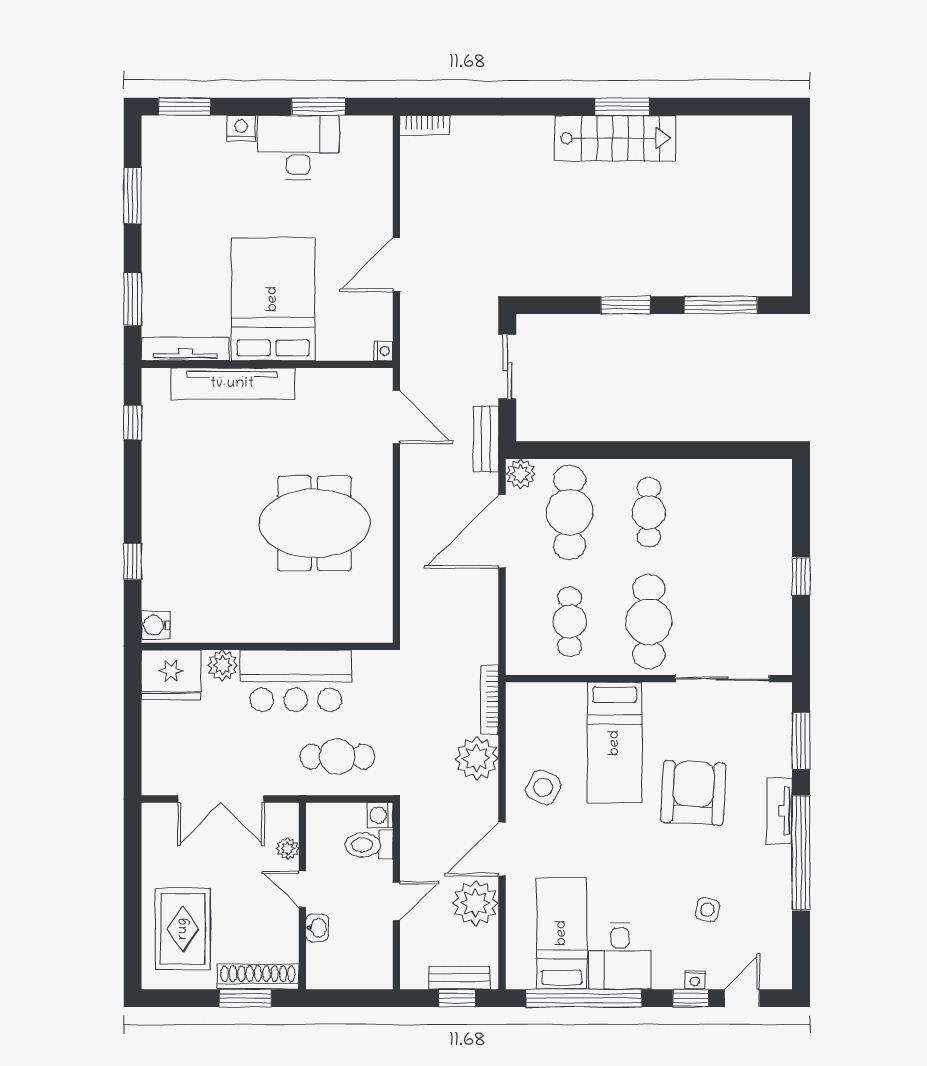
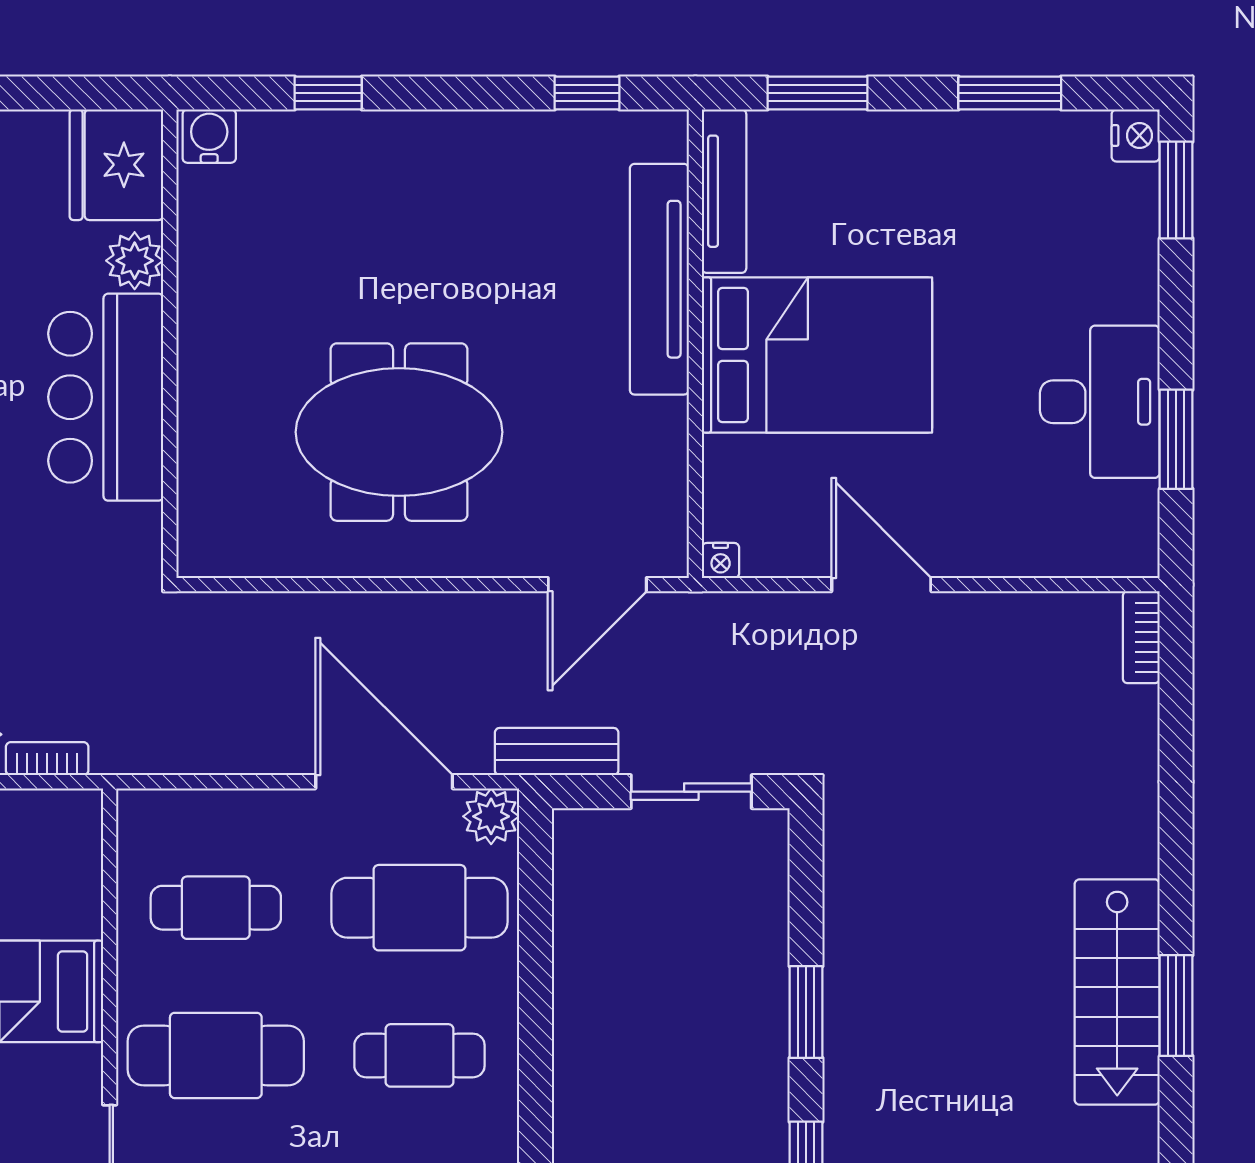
nightstand: (241, 128) -> (1136, 135), moved
meeting table: (314, 523) -> (399, 432), turned 90
bookcase: (490, 700) -> (47, 759), width x0.64

